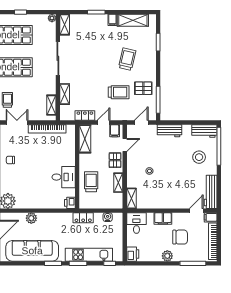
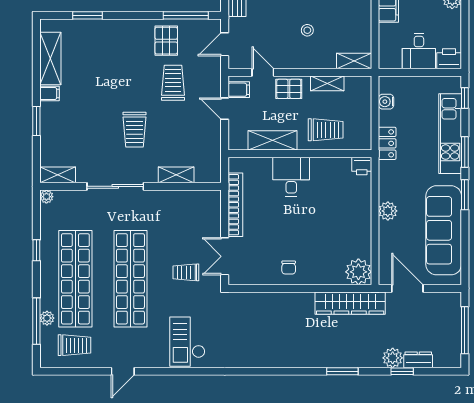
trolley: (127, 59) -> (135, 130), moved, turned -103
shelving: (51, 105) -> (195, 198), removed
locker: (85, 116) -> (213, 140), removed
door: (141, 122) -> (225, 44), hinge flipped
shelving: (85, 139) -> (272, 140), moved
desk: (64, 177) -> (291, 177), moved
trolley: (91, 182) -> (326, 130), turned 180
plant: (31, 218) -> (388, 211), moved
desk: (136, 223) -> (419, 51), moved, turned -90

